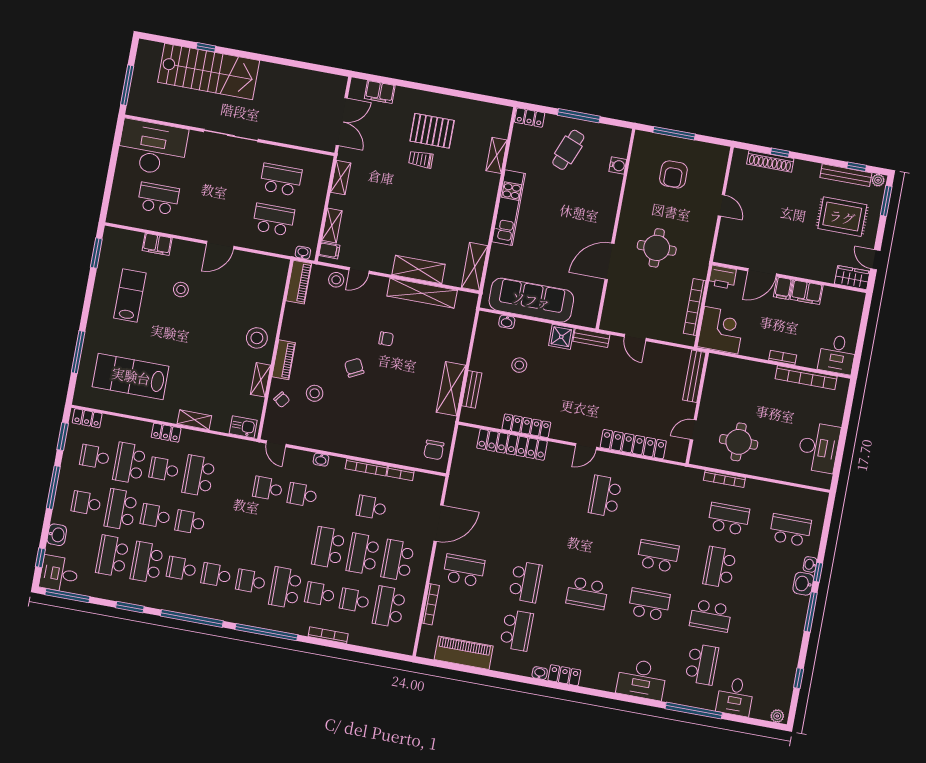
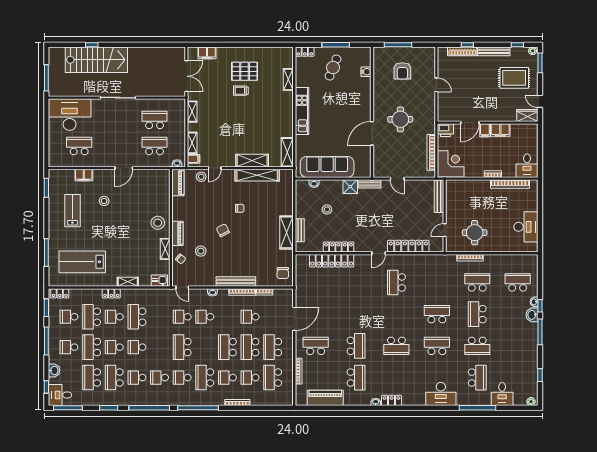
bench: (846, 175) -> (494, 51), moved
bench: (360, 450) -> (236, 282), added
school desk: (259, 535) -> (182, 347), added

